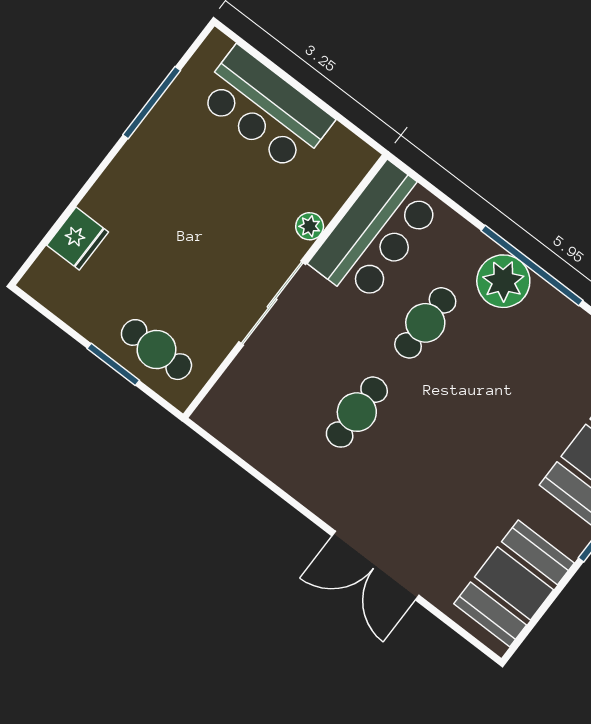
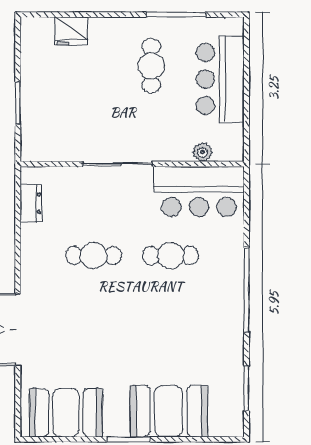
plant: (310, 226) -> (202, 152), moved
plant: (503, 281) -> (226, 281), removed
cafe table: (156, 350) -> (151, 66), moved
dresser: (241, 438) -> (31, 203), added

